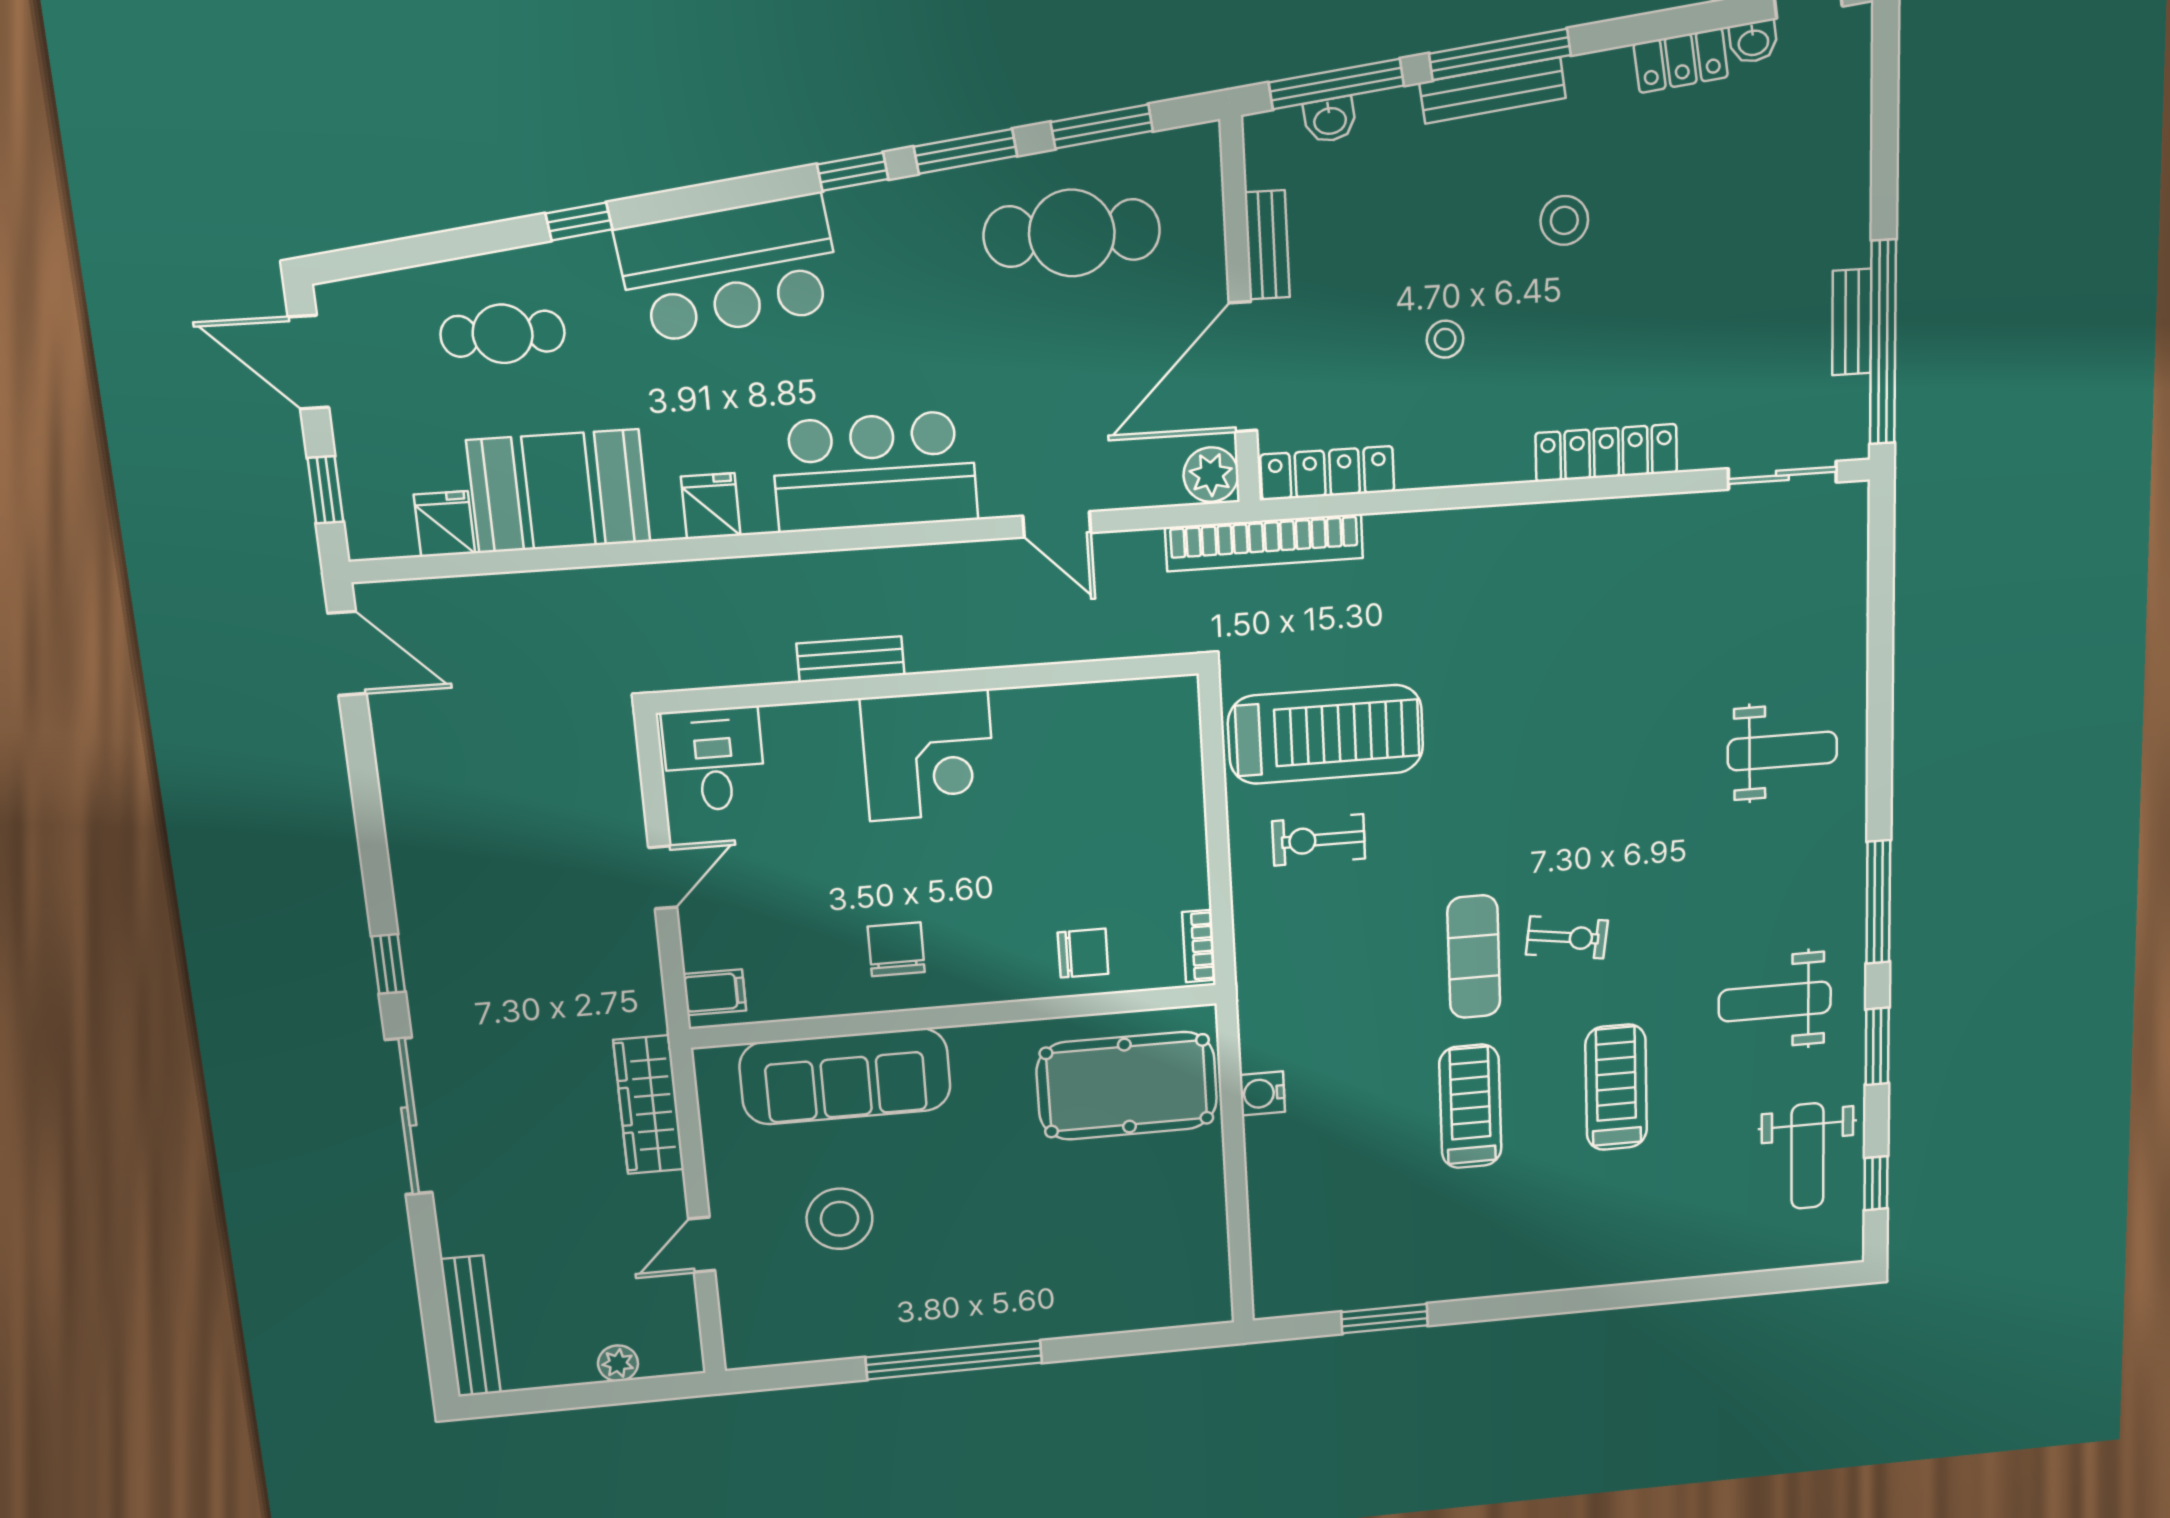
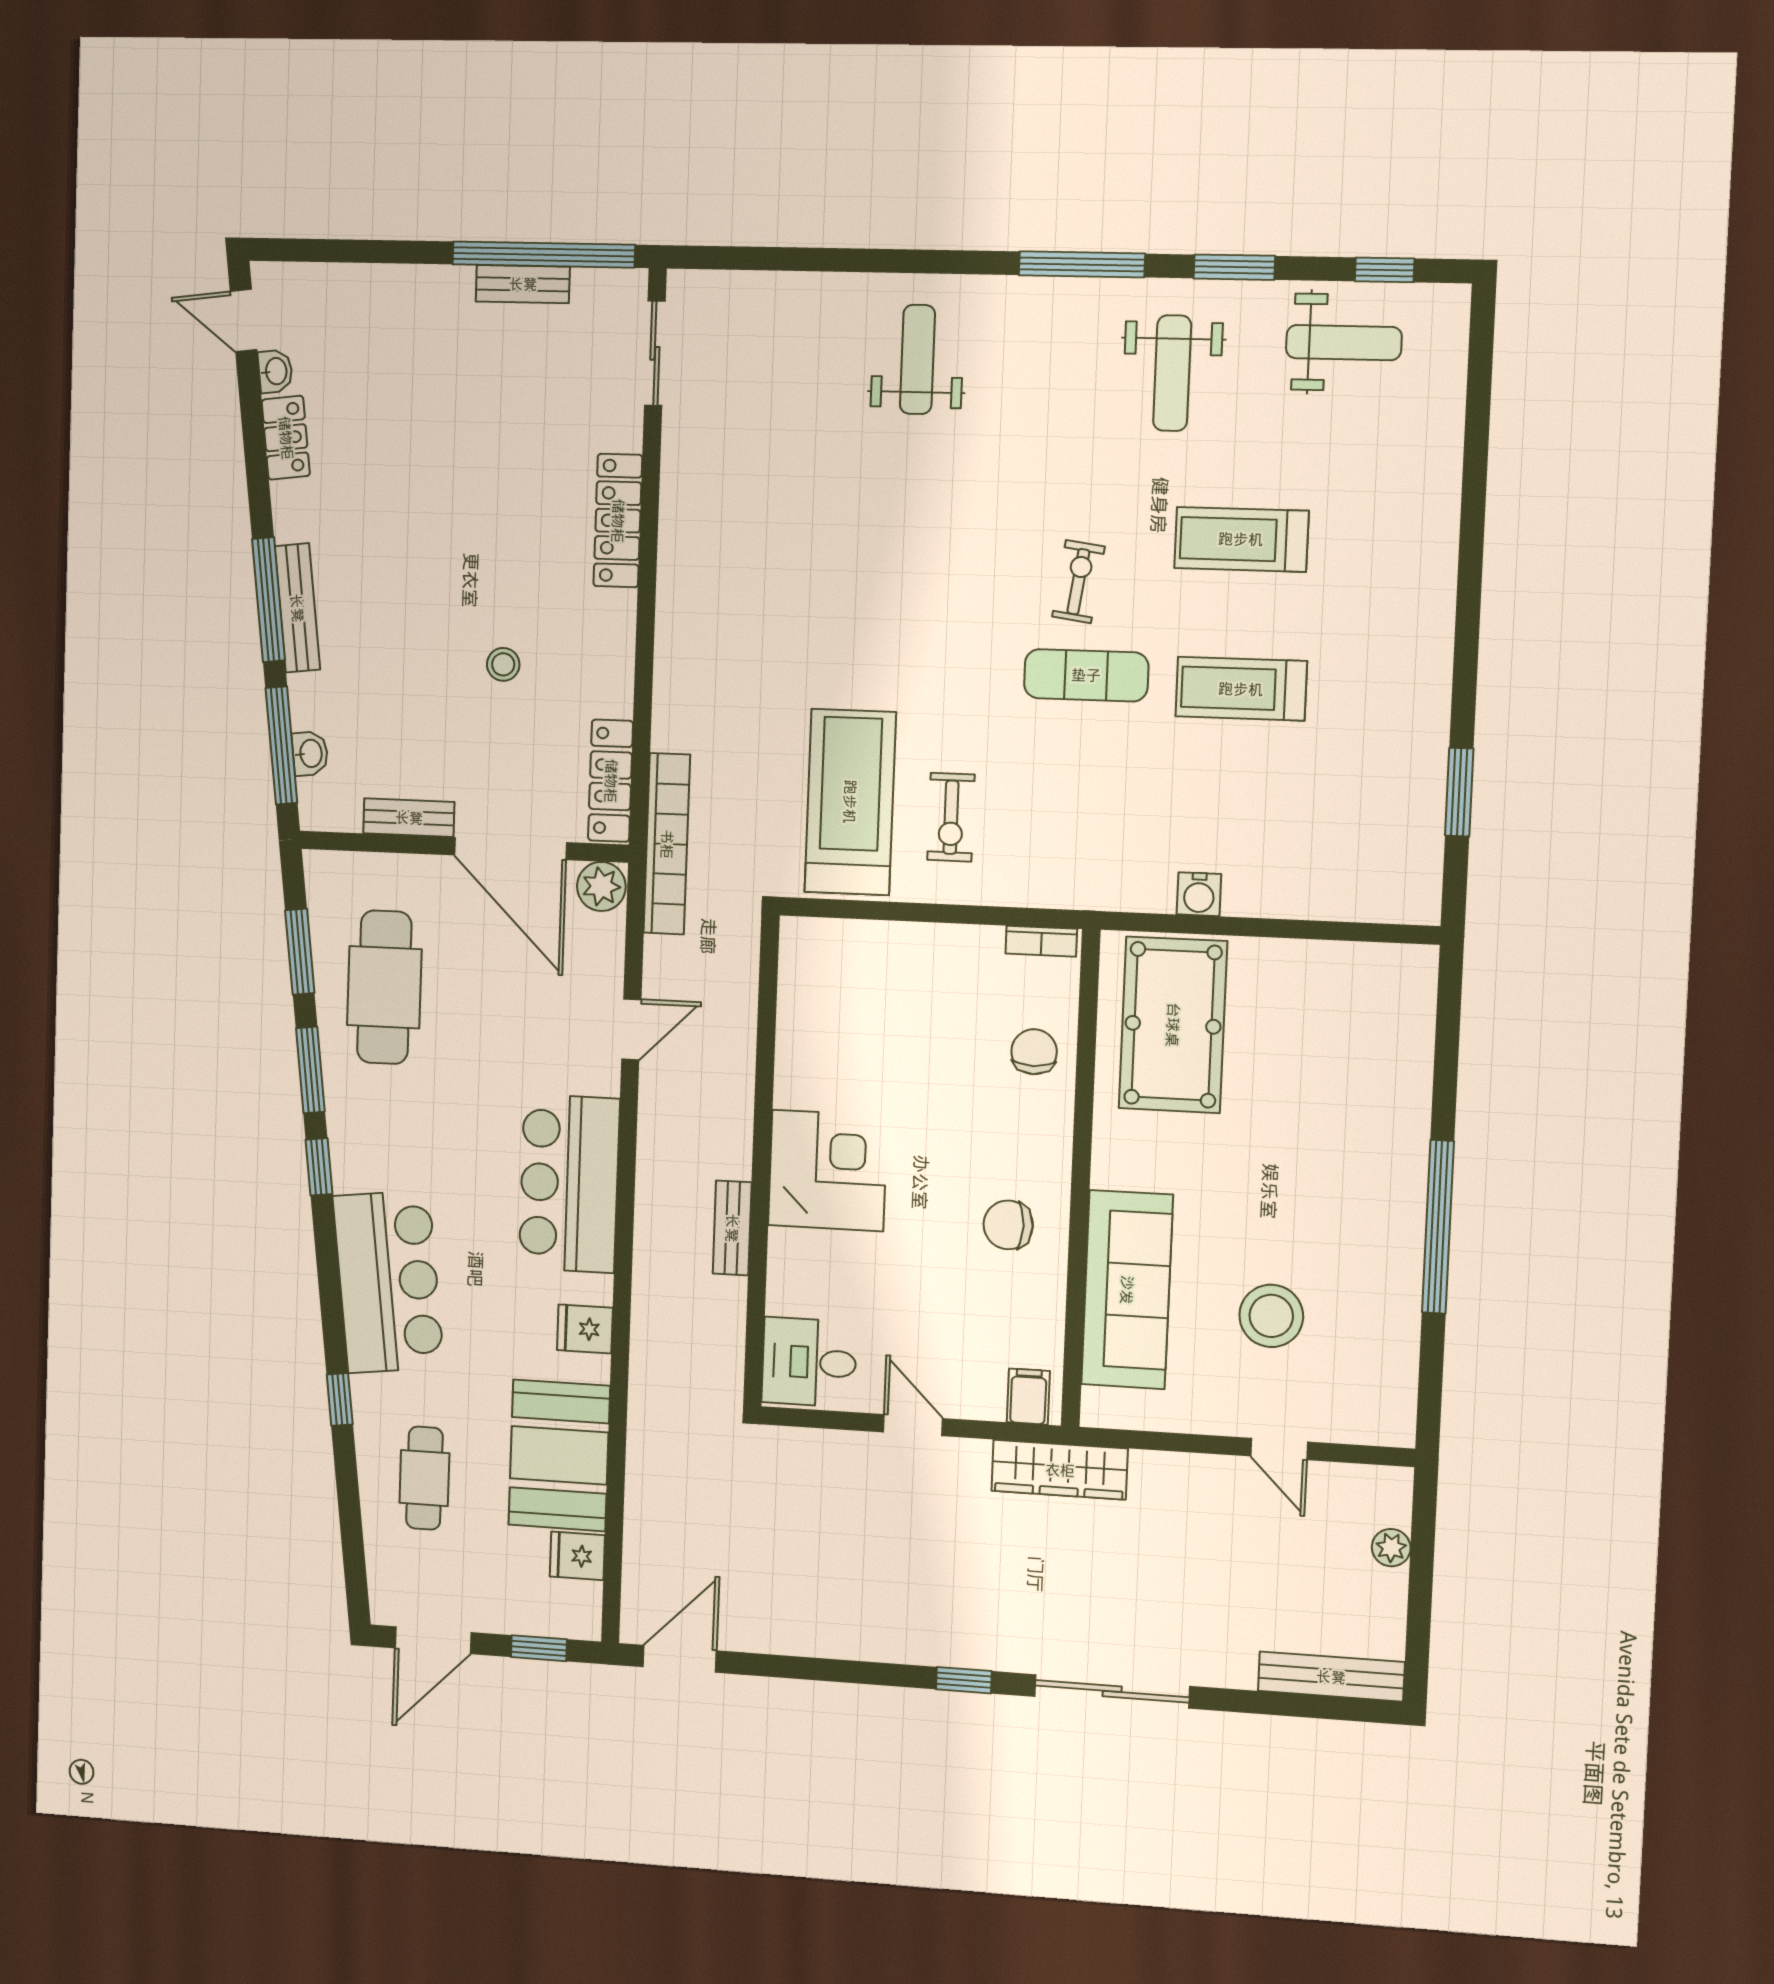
stool: (1564, 220) -> (411, 550), removed
wardrobe: (649, 1105) -> (1060, 1470), moved

